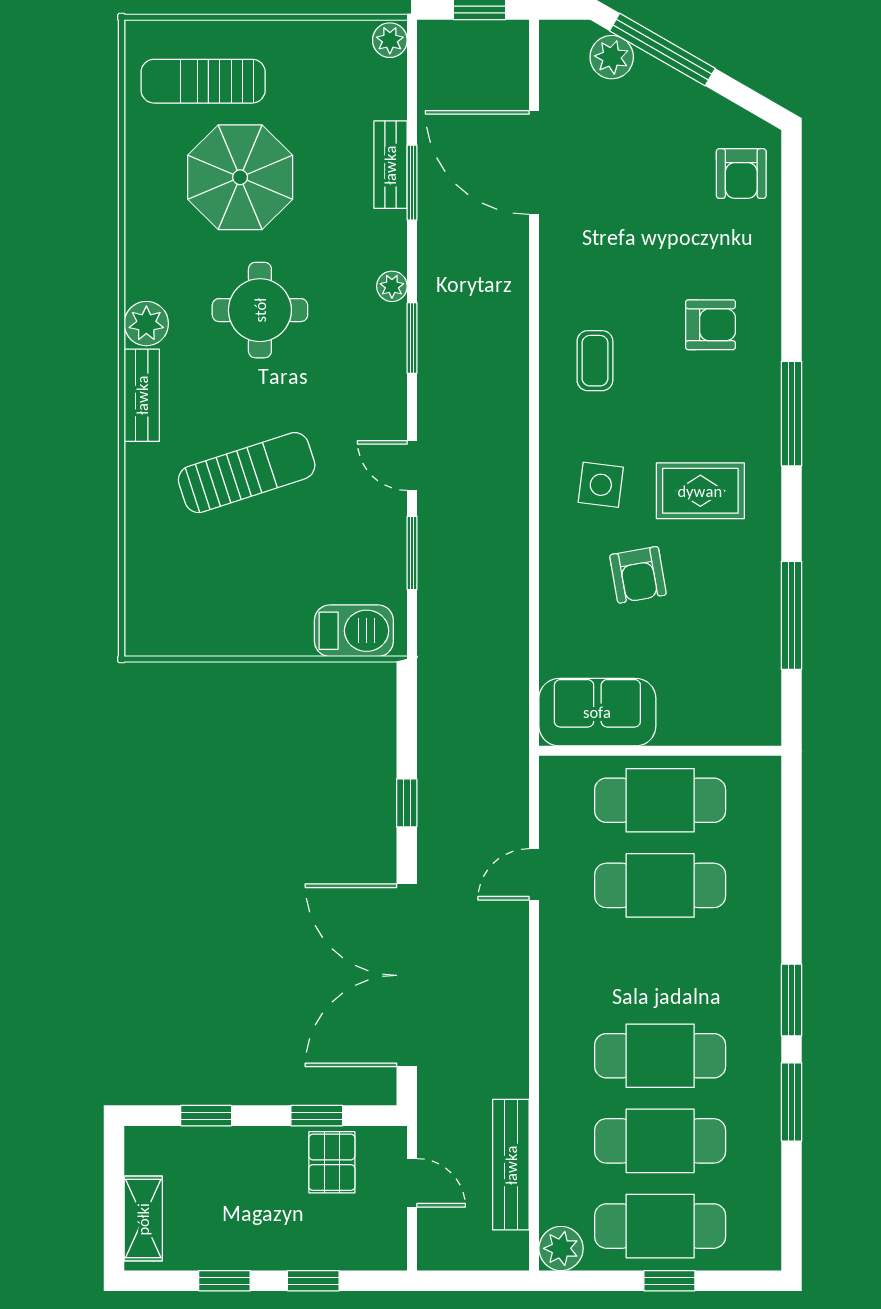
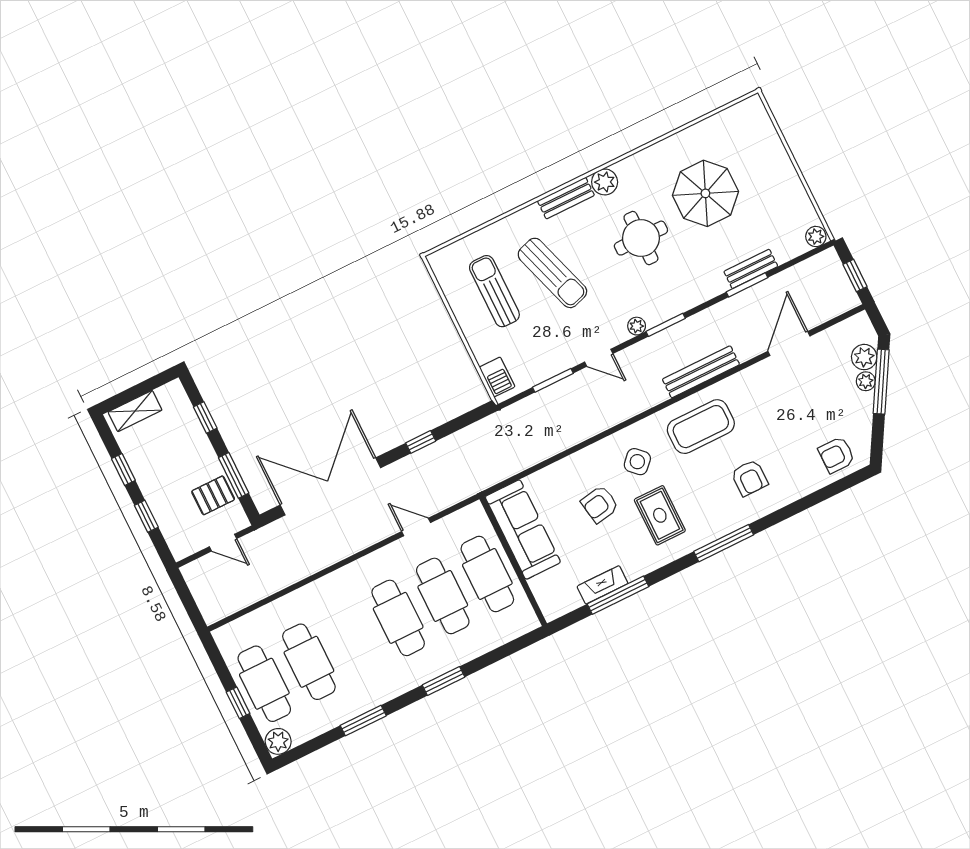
plant: (650, 73) -> (866, 381), added
sun lounger: (203, 81) -> (494, 291), moved
door: (534, 162) -> (789, 344), width x0.73
plant: (392, 286) -> (637, 326), moved
coffee table: (595, 361) -> (701, 427), width x1.86, depth x1.72
door: (412, 465) -> (599, 358), swing flipped
side table: (601, 485) -> (637, 462), turned 37
barbecue: (354, 631) -> (497, 377), width x0.73, depth x0.79
fireplace: (764, 632) -> (602, 585), added
sofa: (597, 712) -> (523, 529), width x1.36
window: (791, 1000) -> (444, 681), moved
cafe table: (660, 1056) -> (398, 618), moved
window: (317, 1116) -> (234, 475), width x1.50
bench: (511, 1165) -> (701, 372), moved
door: (412, 1183) -> (223, 543), hinge flipped
plant: (561, 1248) -> (278, 741), moved

